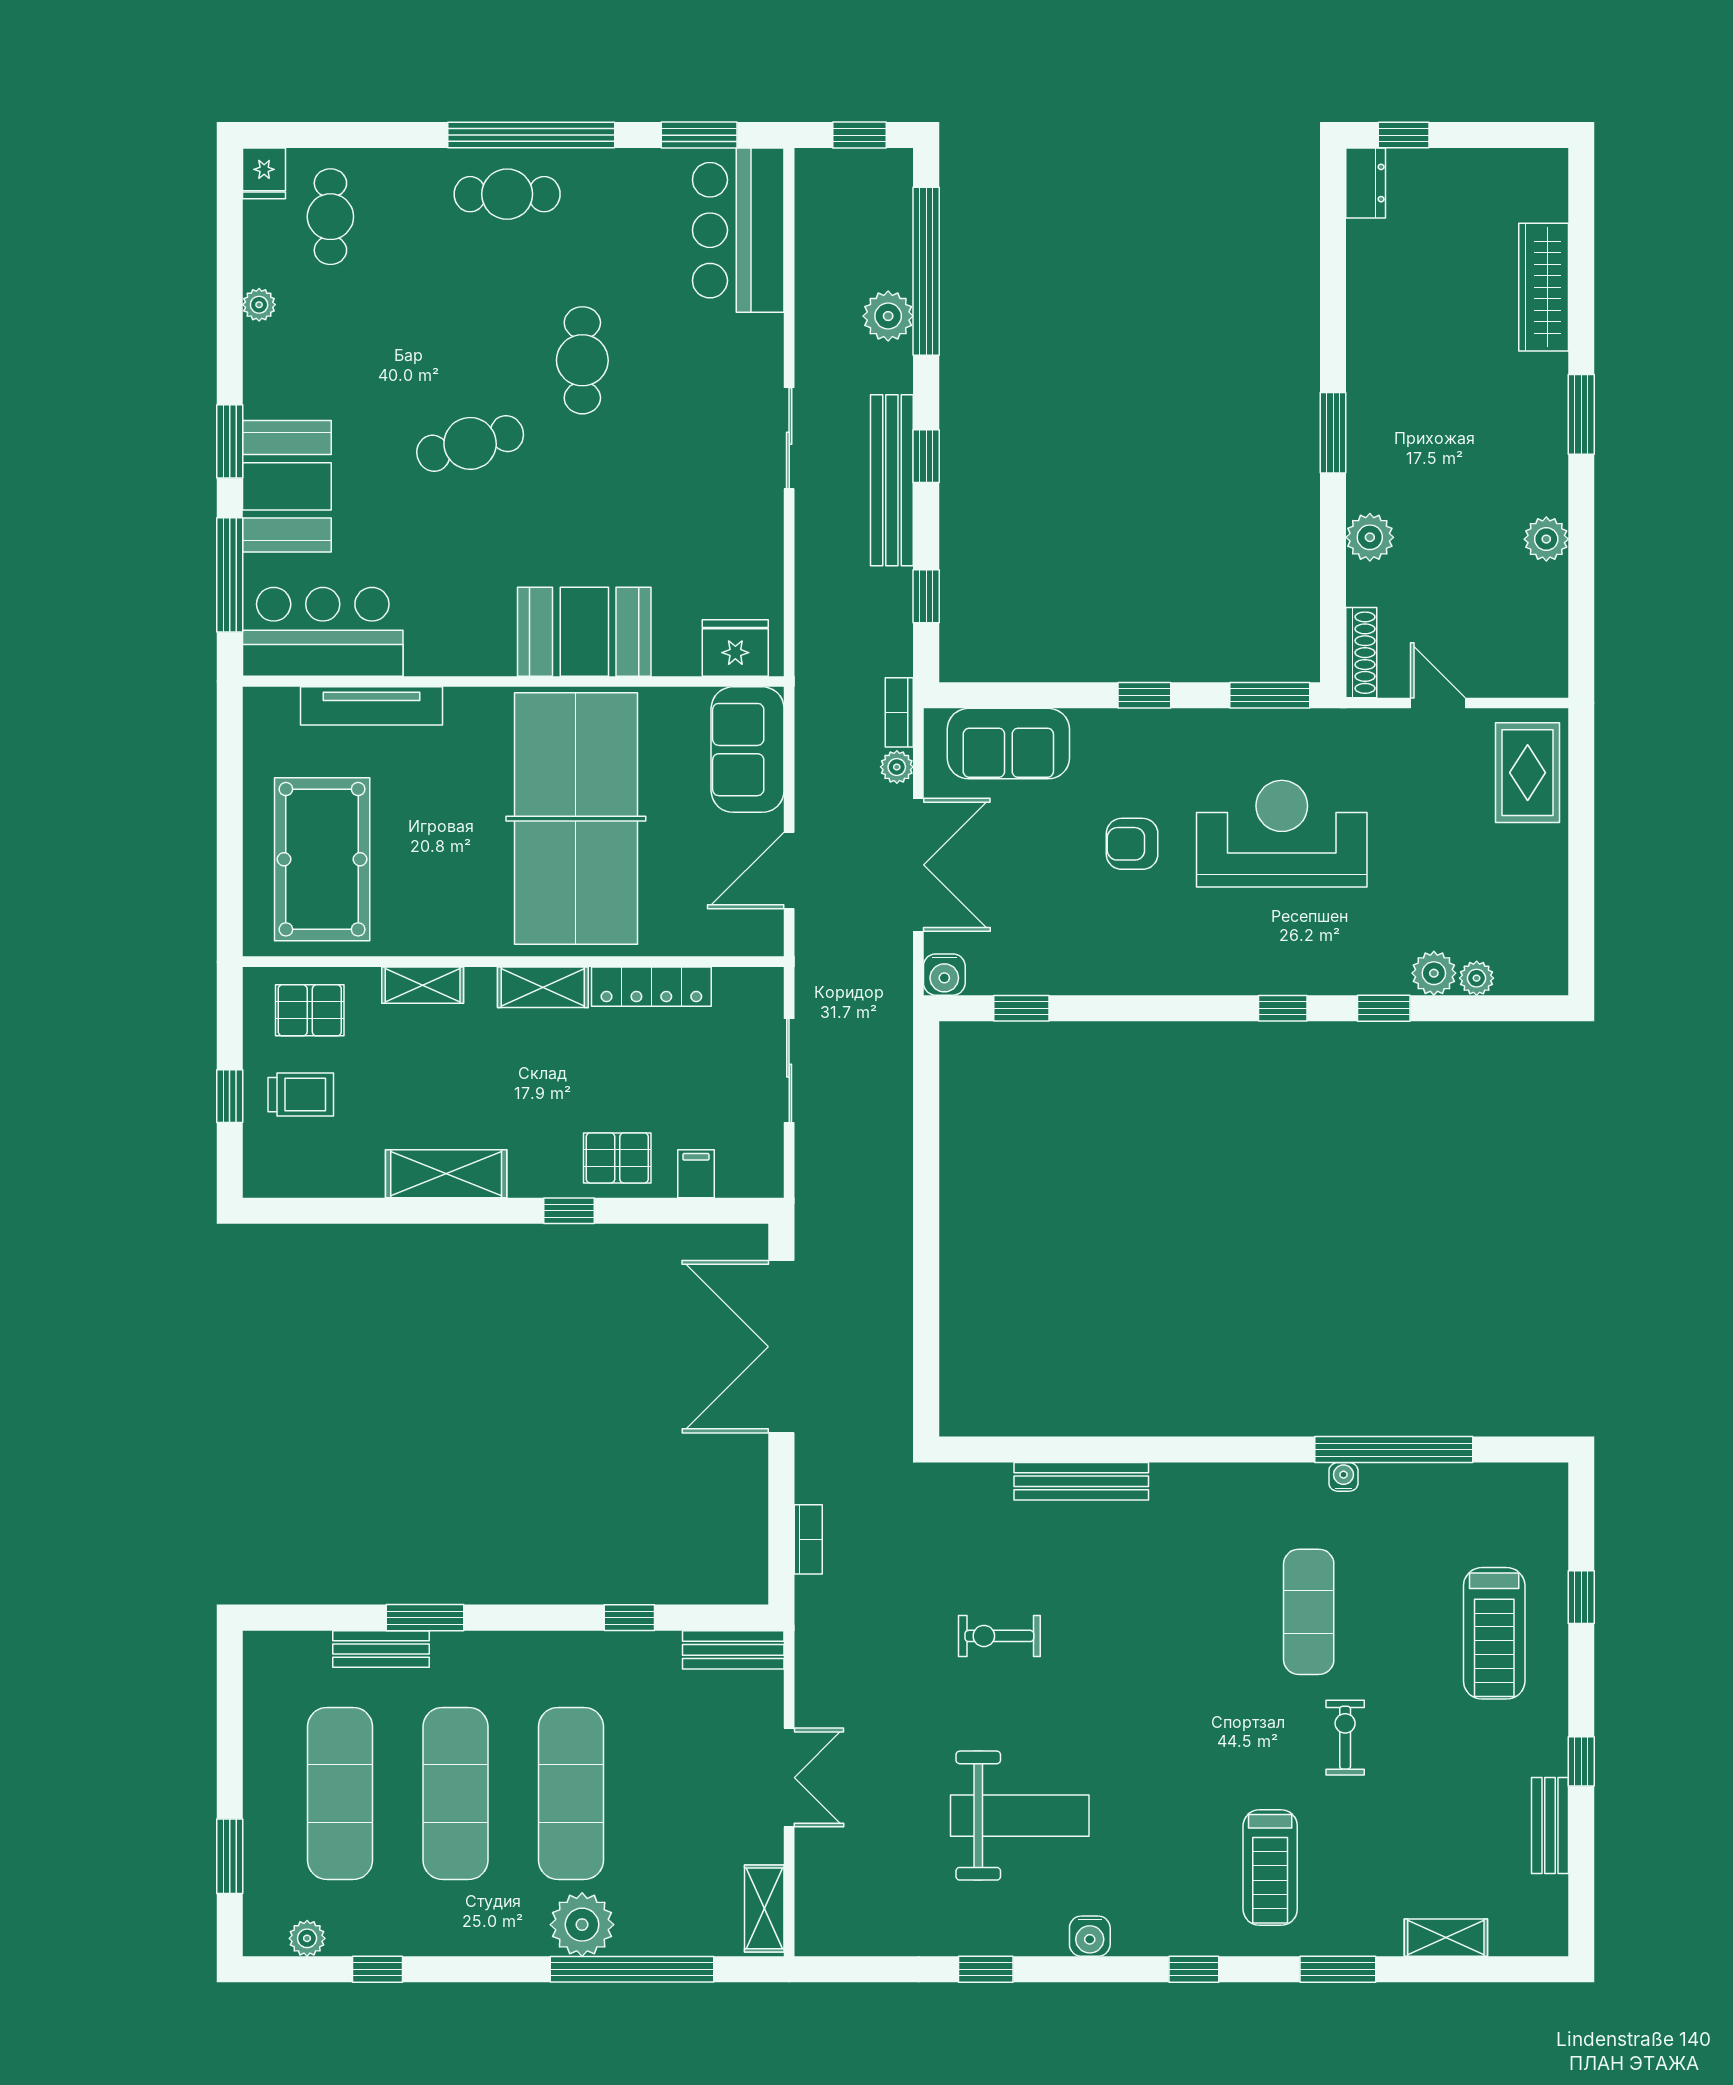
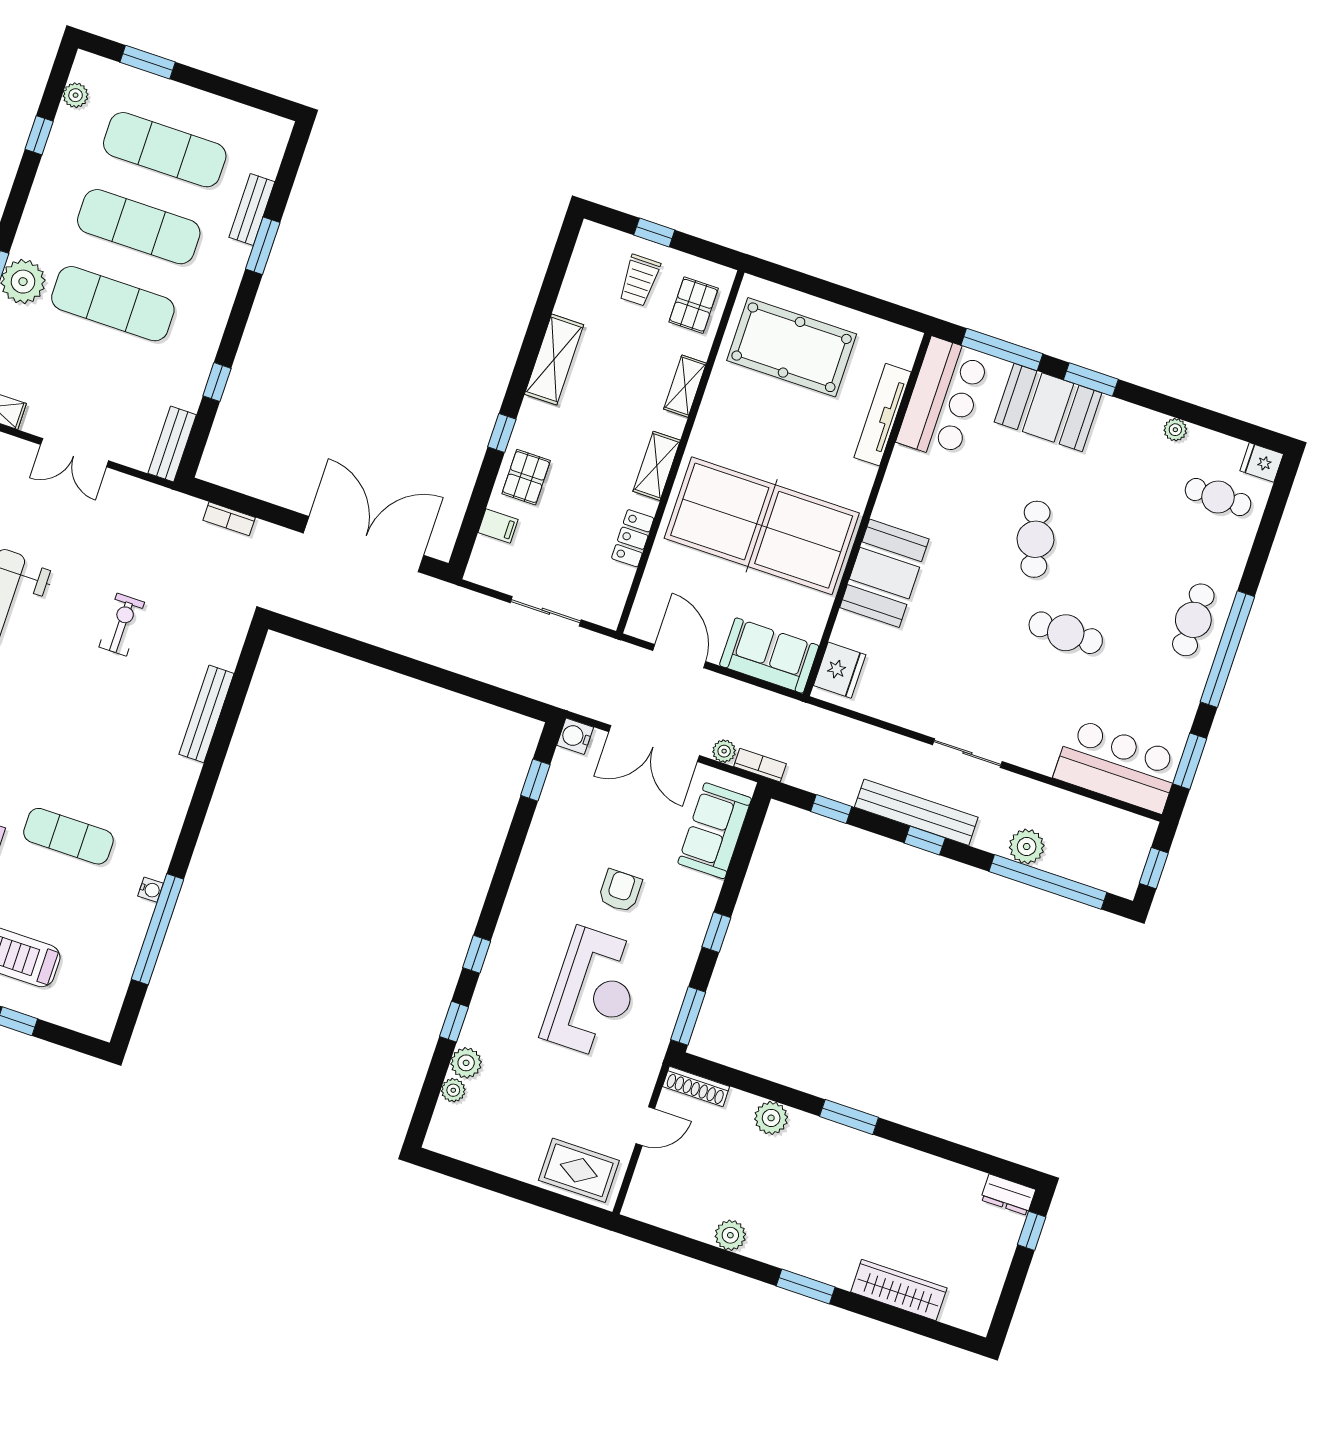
locker: (651, 987) -> (633, 538), width x0.66

